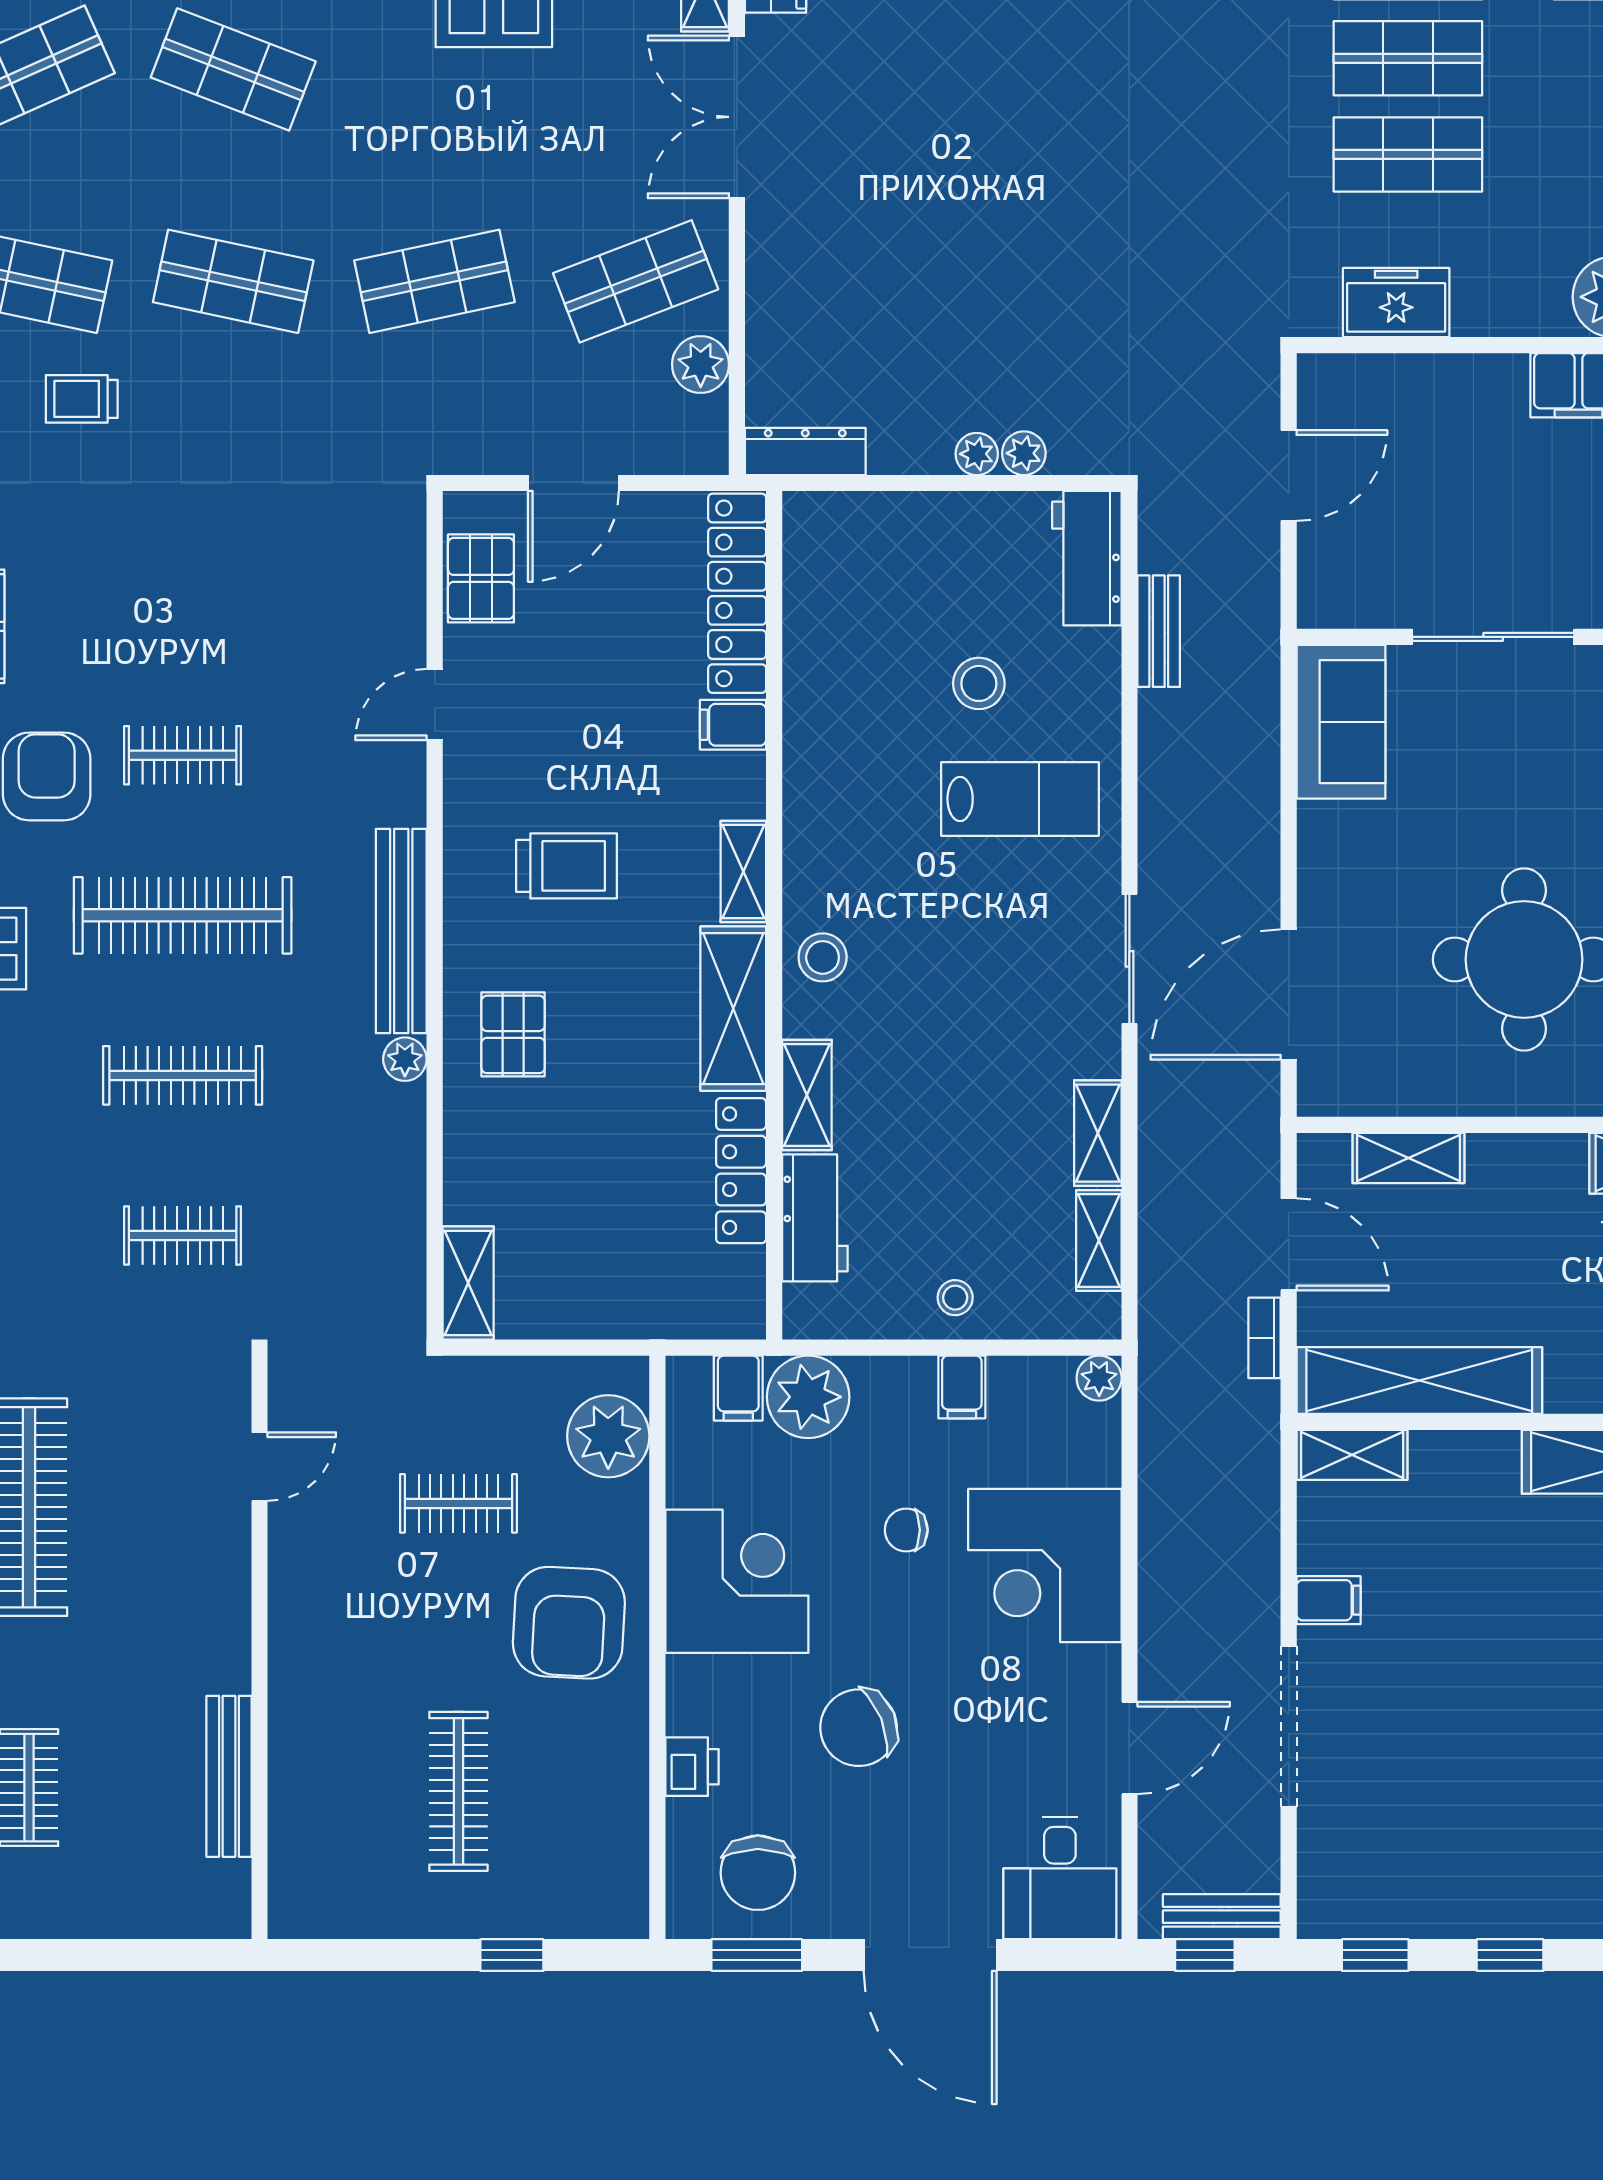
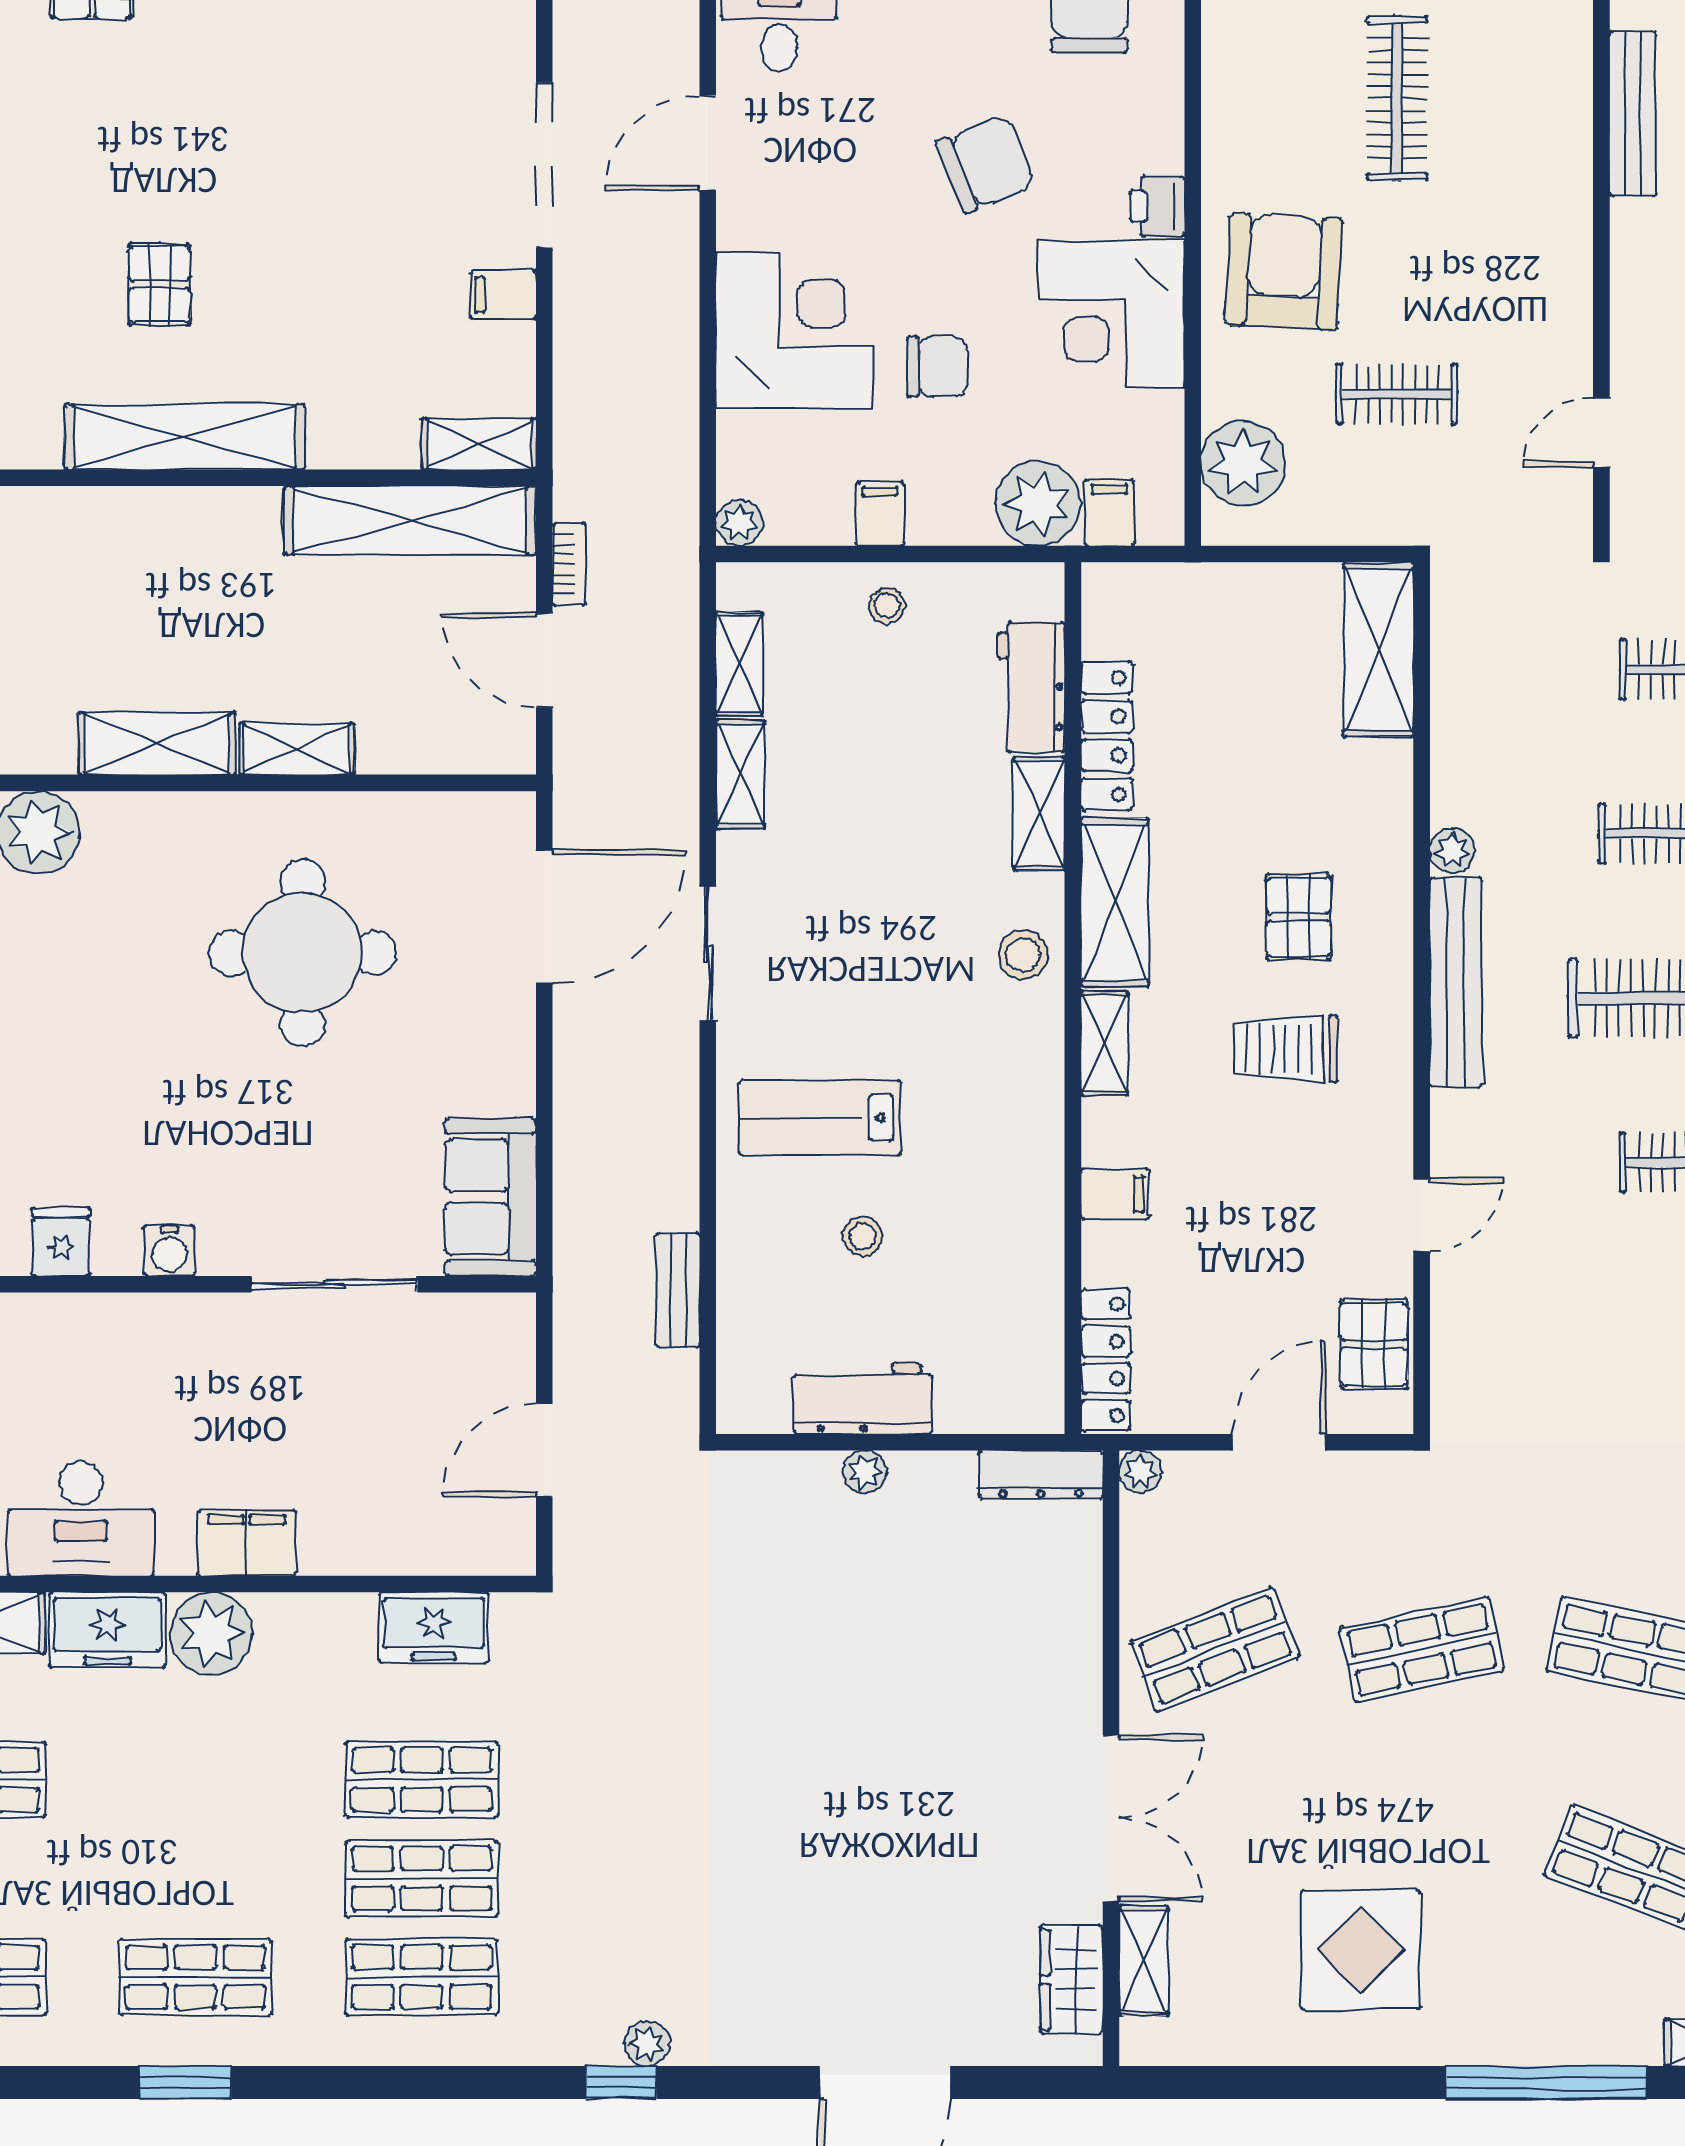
plant: (701, 364) -> (1140, 1472), moved, width x0.73, depth x0.73
plant: (1024, 453) -> (816, 1473), removed
workbench: (1087, 558) -> (863, 1398), moved, turned -90
locker: (737, 593) -> (1106, 1360), width x0.71, depth x0.83
stool: (979, 683) -> (862, 1236), width x0.73, depth x0.73
pallet: (513, 1034) -> (1298, 917), moved
shelving: (1408, 1158) -> (297, 749), moved
shelving: (468, 1283) -> (1378, 650), width x1.50, depth x1.33
chair: (906, 1530) -> (937, 367), width x1.37, depth x1.37
printer: (692, 1767) -> (1157, 206), moved

